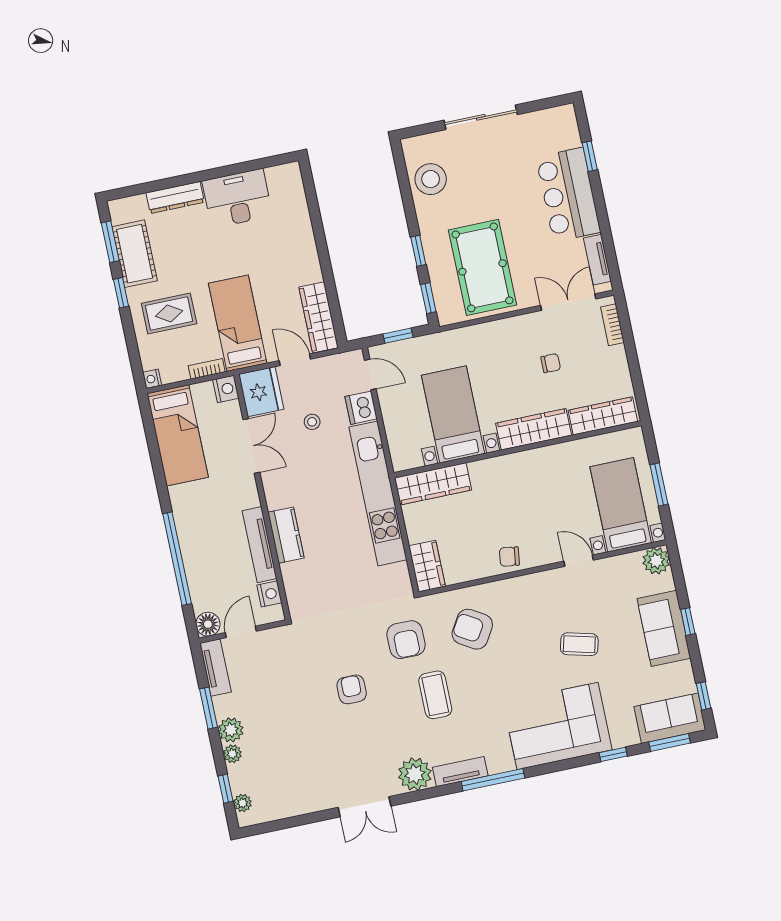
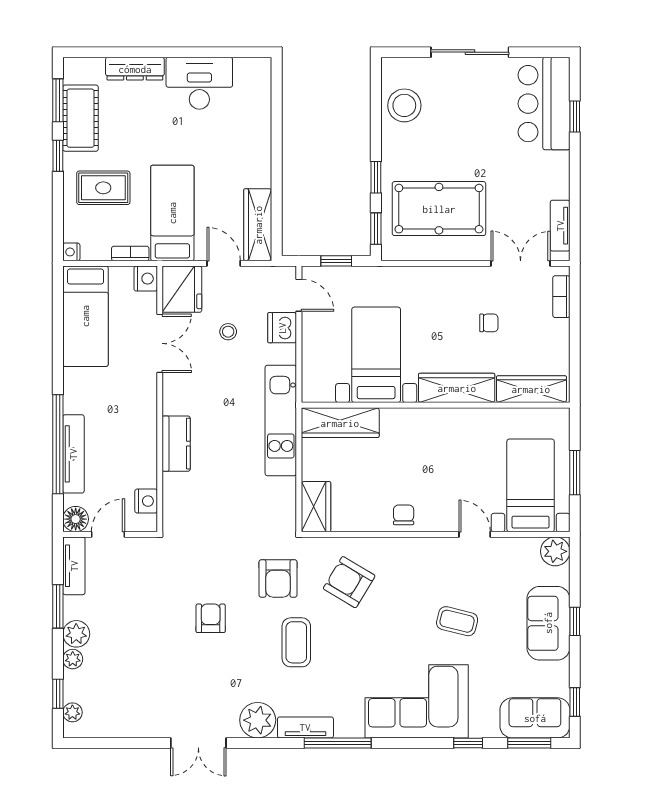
bar counter: (568, 195) -> (544, 104), moved
pool table: (482, 267) -> (439, 209), turned 90
kitchen unit: (378, 493) -> (281, 420), width x0.73
tv unit: (260, 545) -> (73, 454), moved, turned 180
chair: (509, 557) -> (404, 515), turned 82

